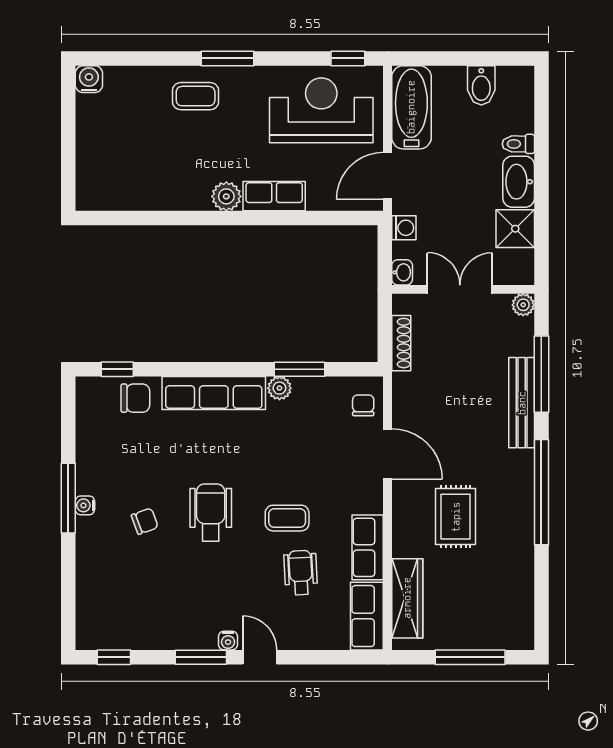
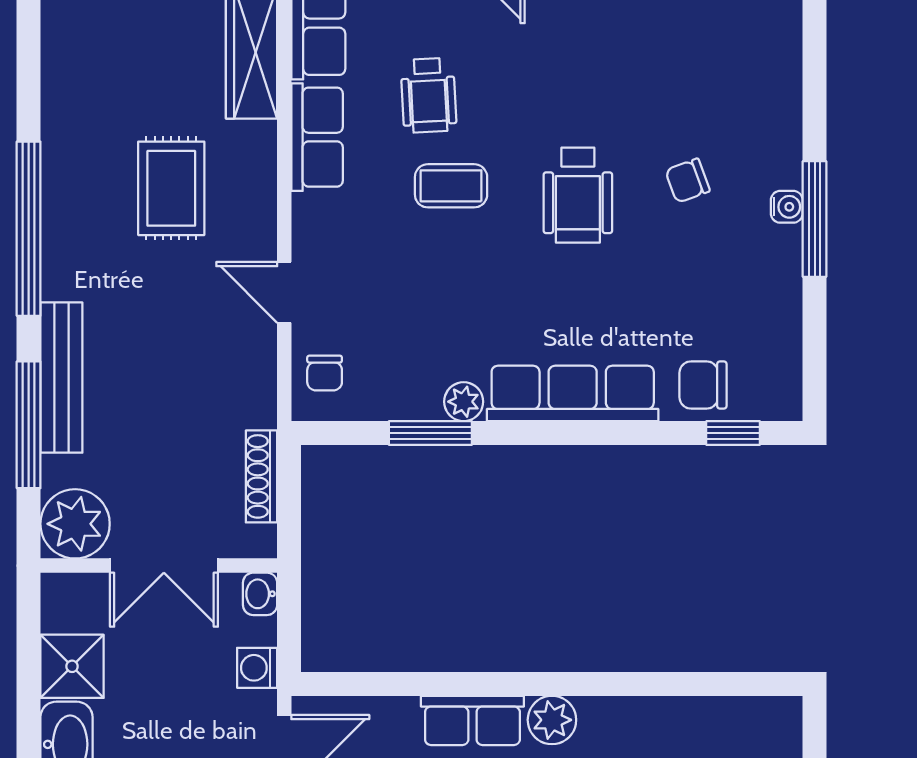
plant: (523, 305) -> (75, 524), width x1.87, depth x1.87
door: (387, 454) -> (284, 292), width x0.73

